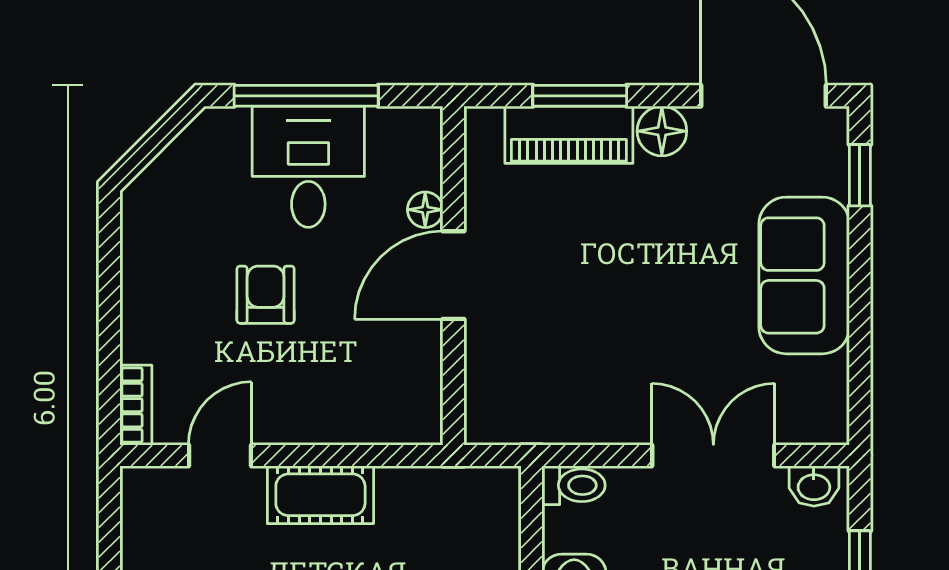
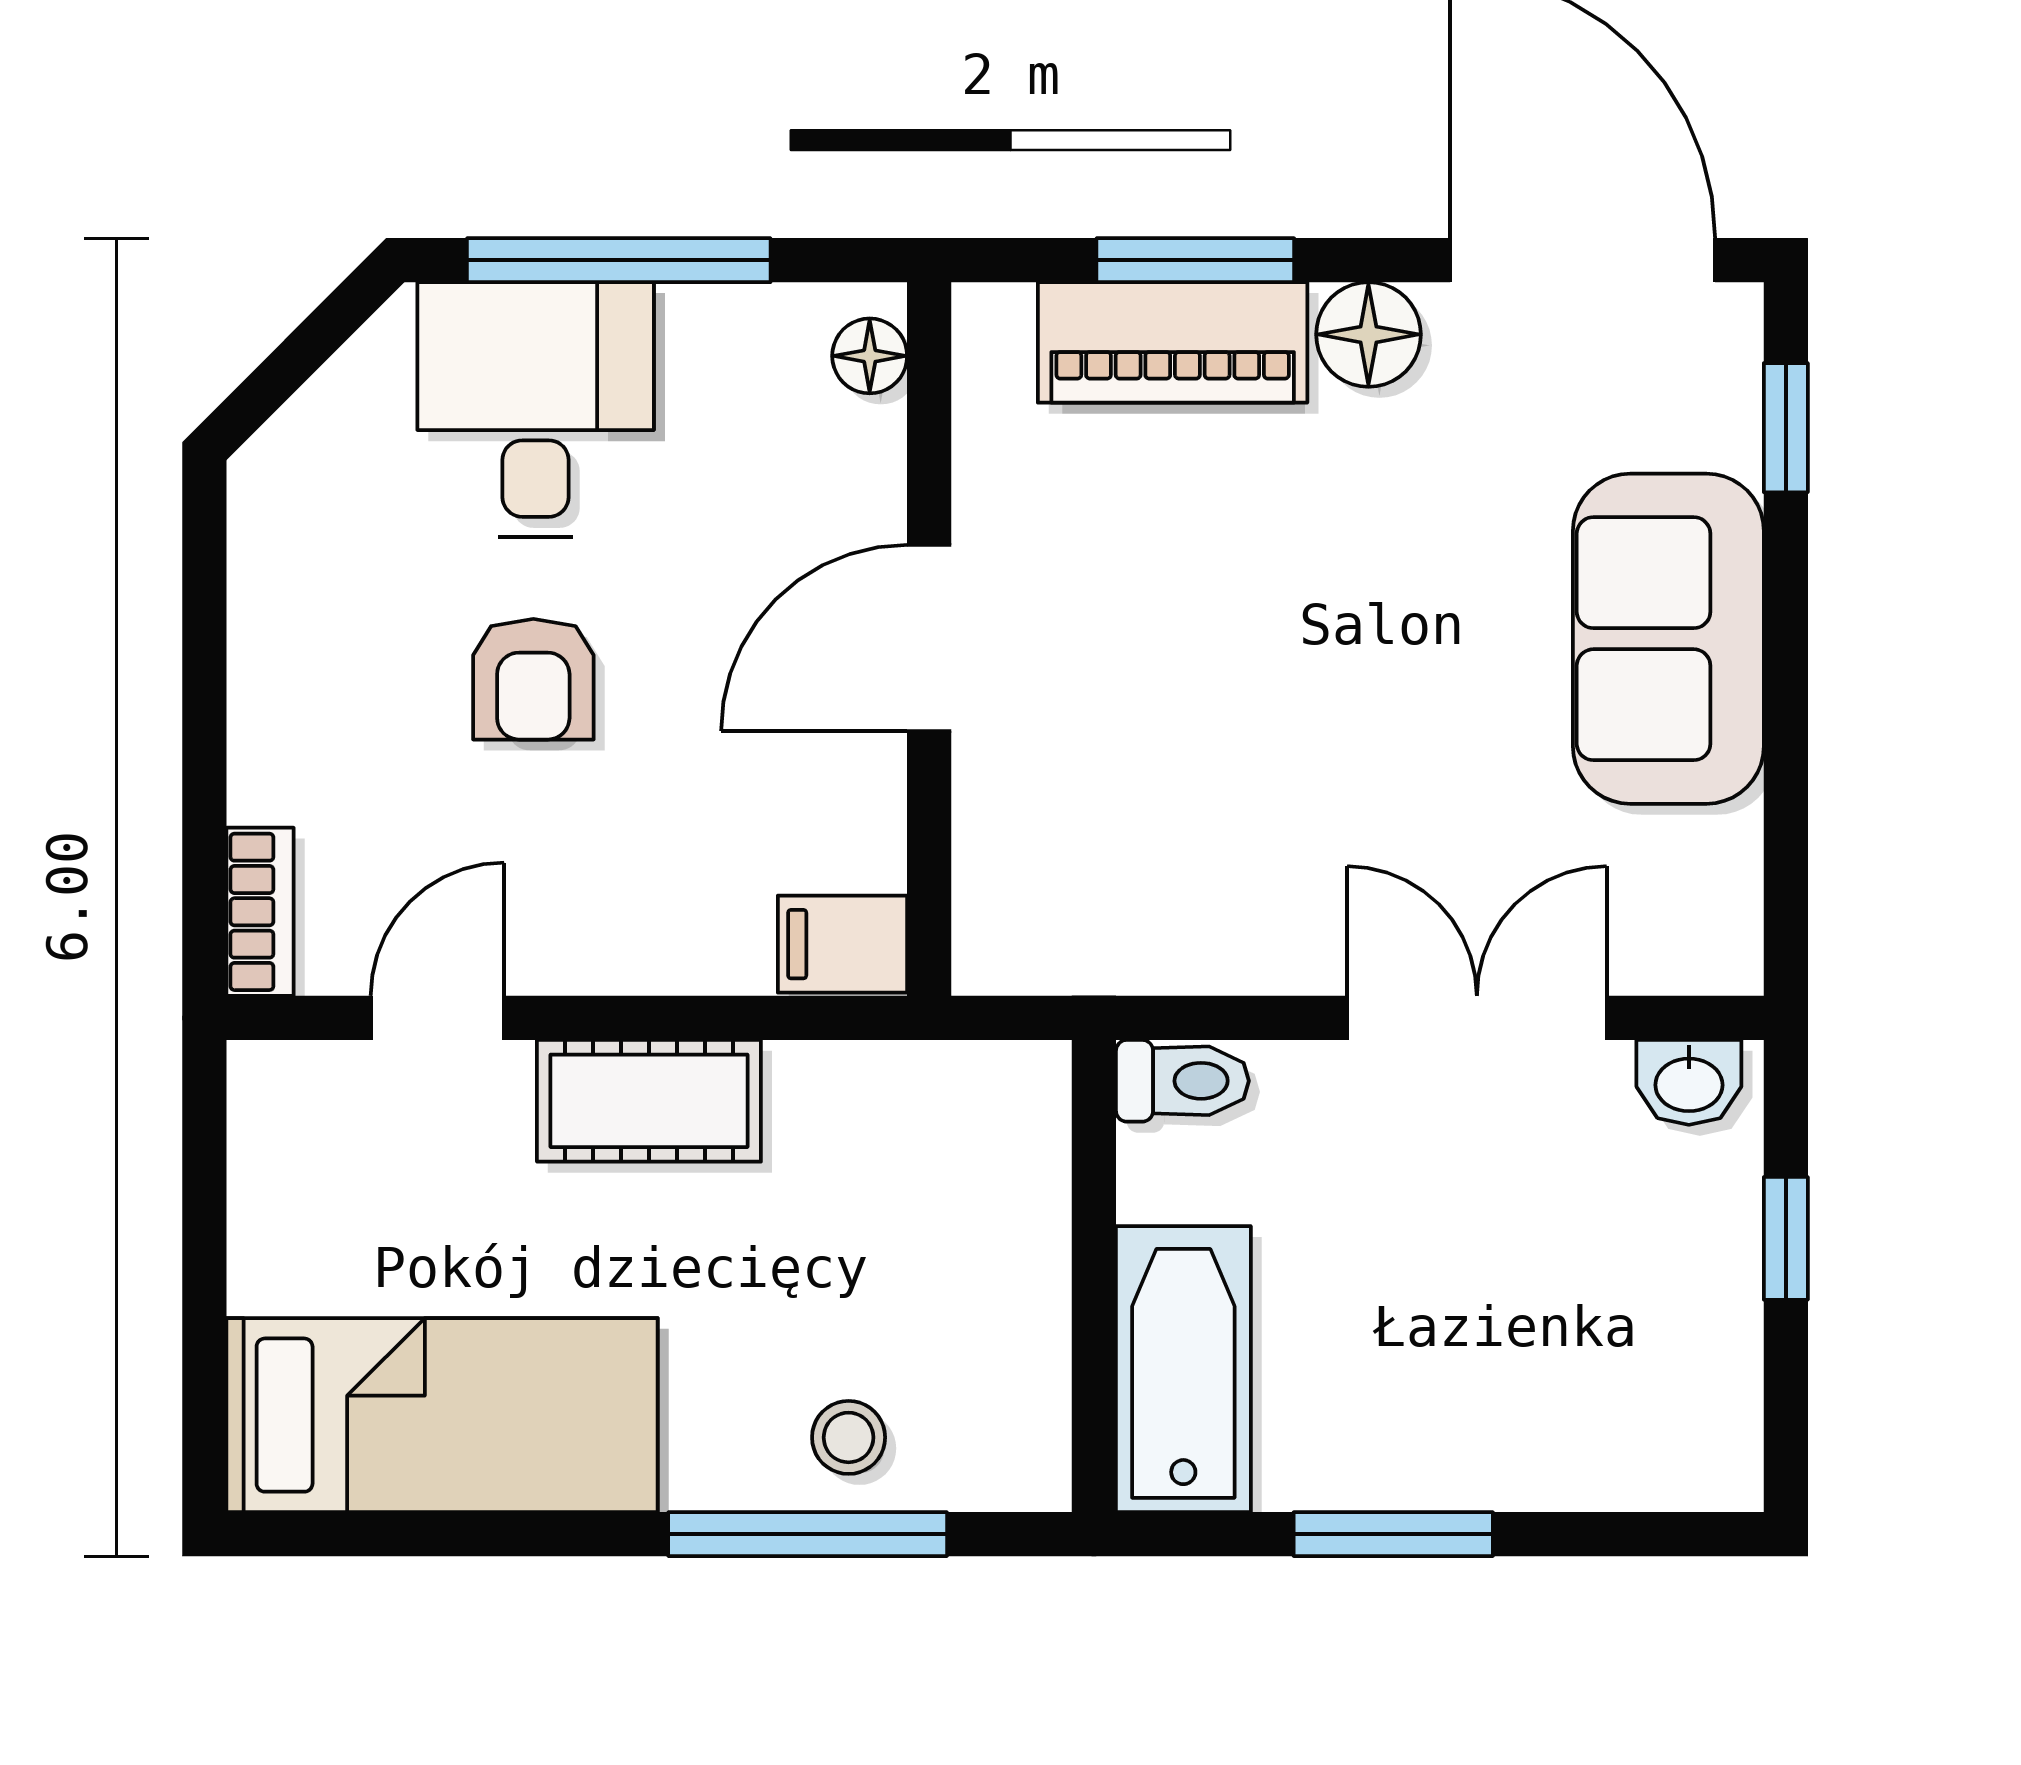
desk: (308, 167) -> (536, 410), moved
floor lamp: (425, 210) -> (870, 356), moved
armchair: (266, 295) -> (533, 679), turned 180
filing cabinet: (412, 420) -> (843, 944), added

